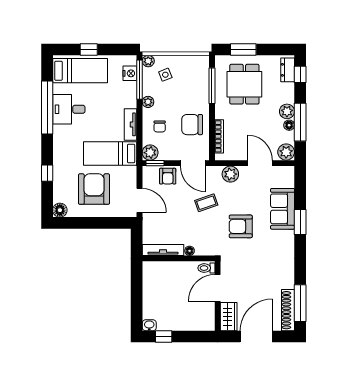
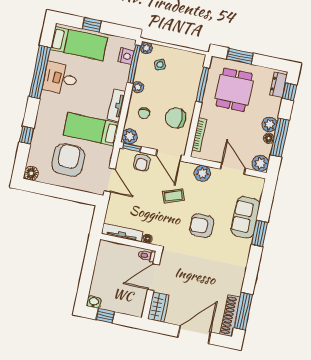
toilet: (206, 268) -> (147, 256), moved
door: (218, 288) -> (153, 277), moved
wall: (218, 296) -> (152, 285), moved
wardrobe: (229, 317) -> (158, 307), moved

